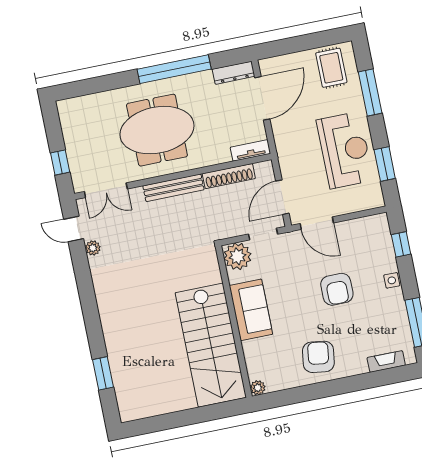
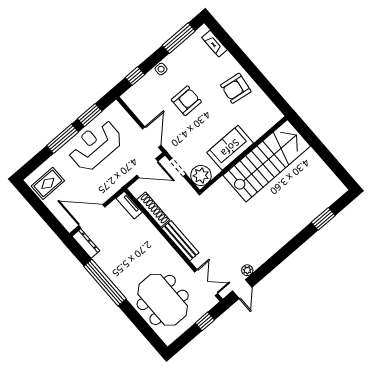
window: (370, 93) -> (63, 139), moved
meeting table: (157, 130) -> (163, 300), moved
plant: (258, 388) -> (277, 116), removed

